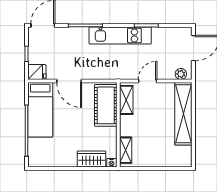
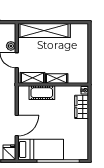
plant: (181, 74) -> (11, 46), moved
cot: (106, 105) -> (42, 93), width x0.73, depth x0.75
shelving: (126, 150) -> (57, 78), moved

